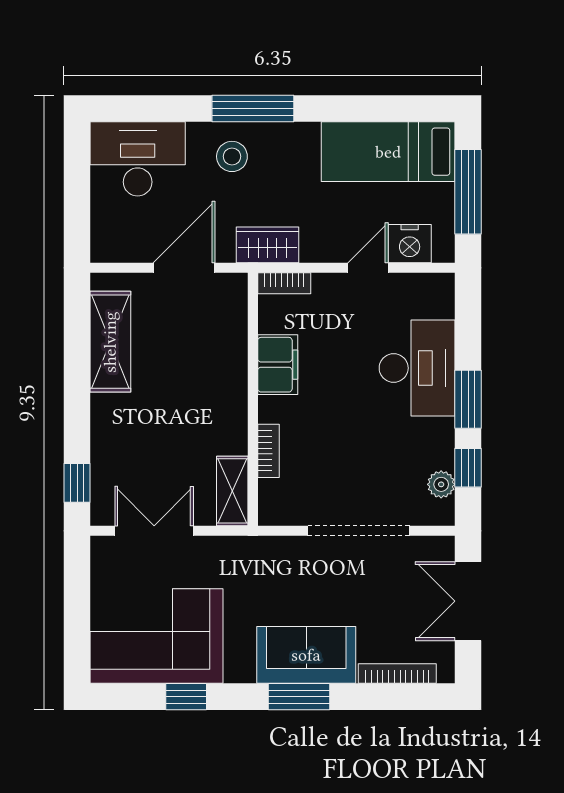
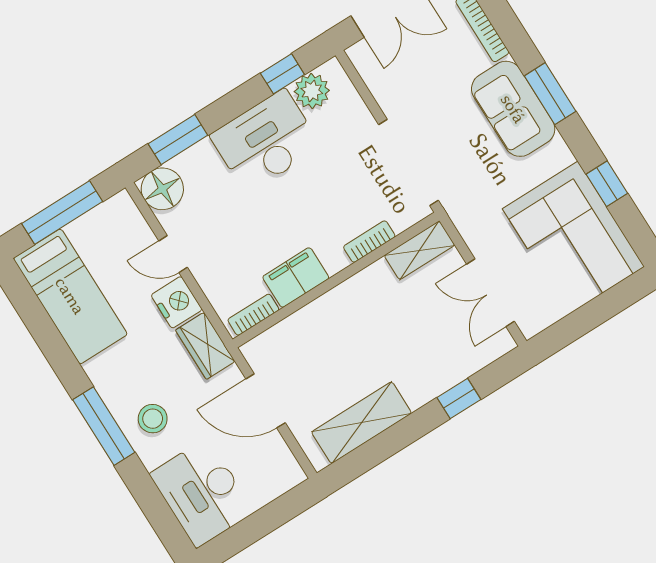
nightstand: (410, 244) -> (177, 302), moved
bookcase: (284, 283) -> (253, 315), moved, turned -90
floor lamp: (433, 295) -> (162, 189), added
desk: (417, 368) -> (266, 141), moved
window: (468, 399) -> (178, 140), moved
window: (77, 483) -> (459, 398), moved
plant: (441, 484) -> (312, 91), width x1.38, depth x1.38
doorway: (359, 531) -> (408, 162), moved

